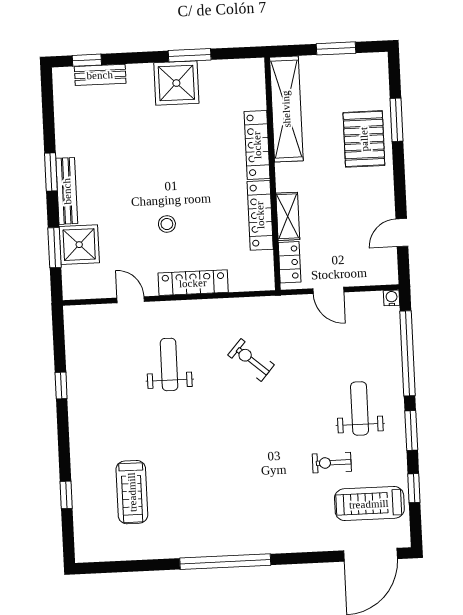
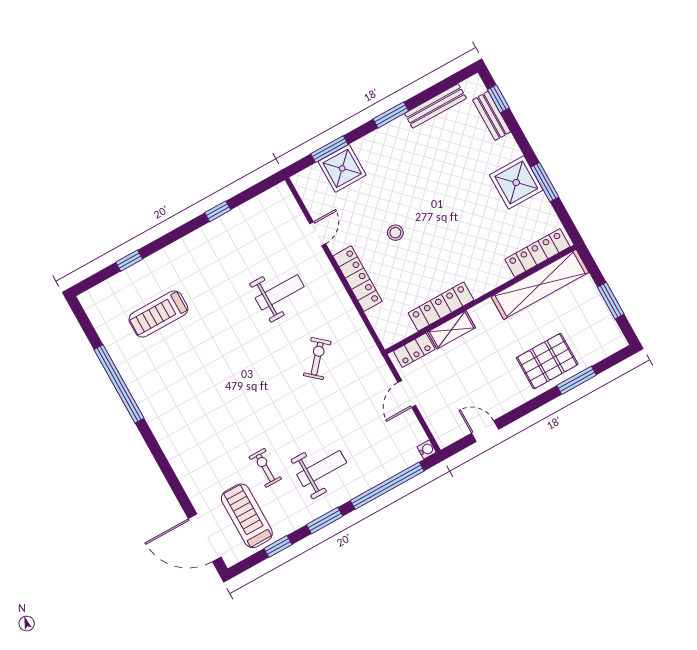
locker: (257, 145) -> (537, 253), moved
bench: (67, 191) -> (435, 106), moved
window: (225, 562) -> (119, 384), moved

